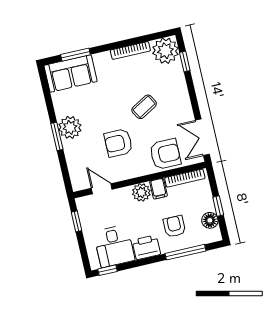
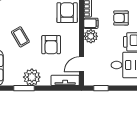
coffee table: (144, 107) -> (20, 37), moved
window: (57, 136) -> (24, 88), moved
tv unit: (76, 172) -> (65, 80), added

